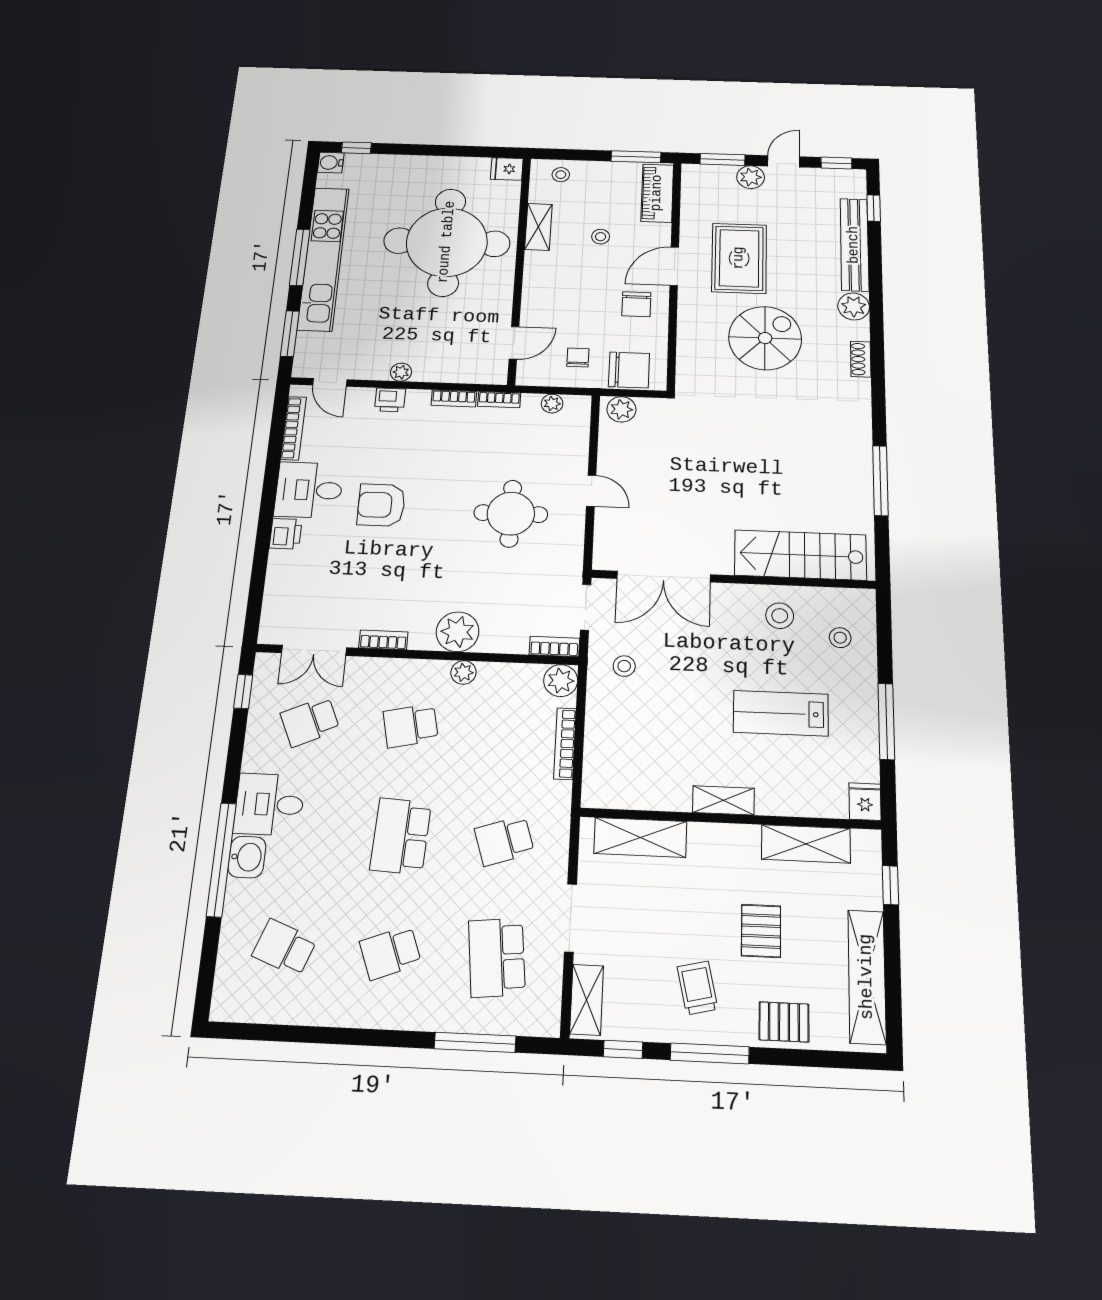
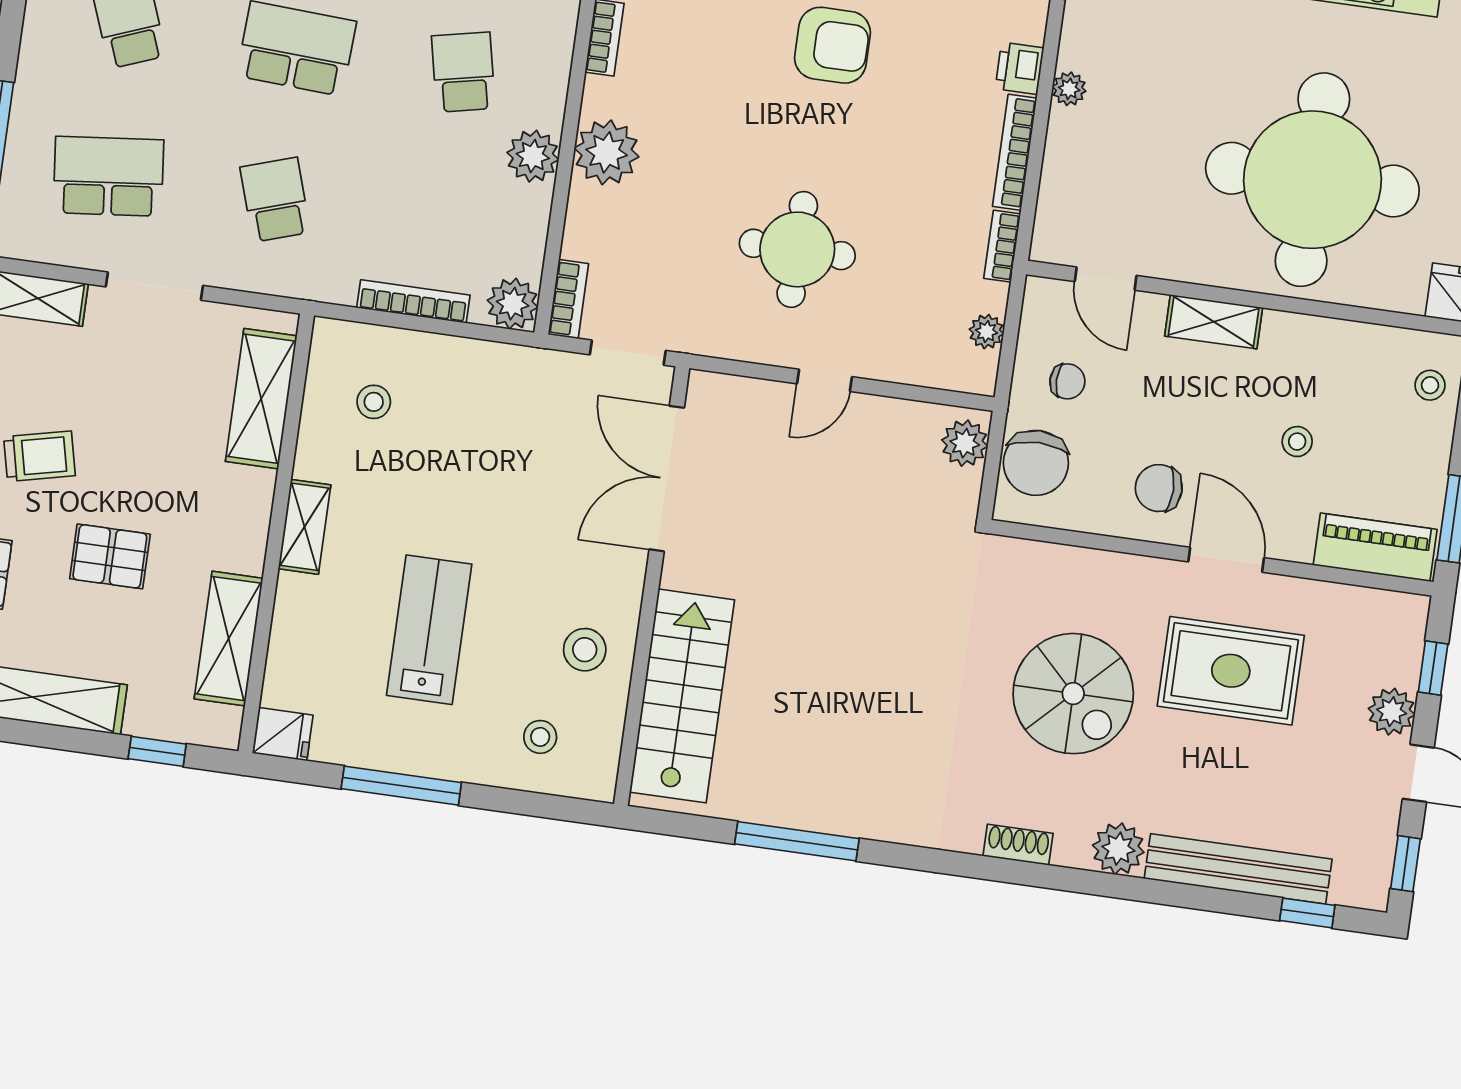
window: (723, 159) -> (1433, 668), width x0.67
shelving: (538, 227) -> (1214, 322), moved
bookcase: (454, 398) -> (1015, 152), width x1.56
armchair: (381, 505) -> (832, 45), turned 90
stool: (624, 666) -> (374, 402), moved
plant: (463, 672) -> (533, 156), width x1.38, depth x1.38

